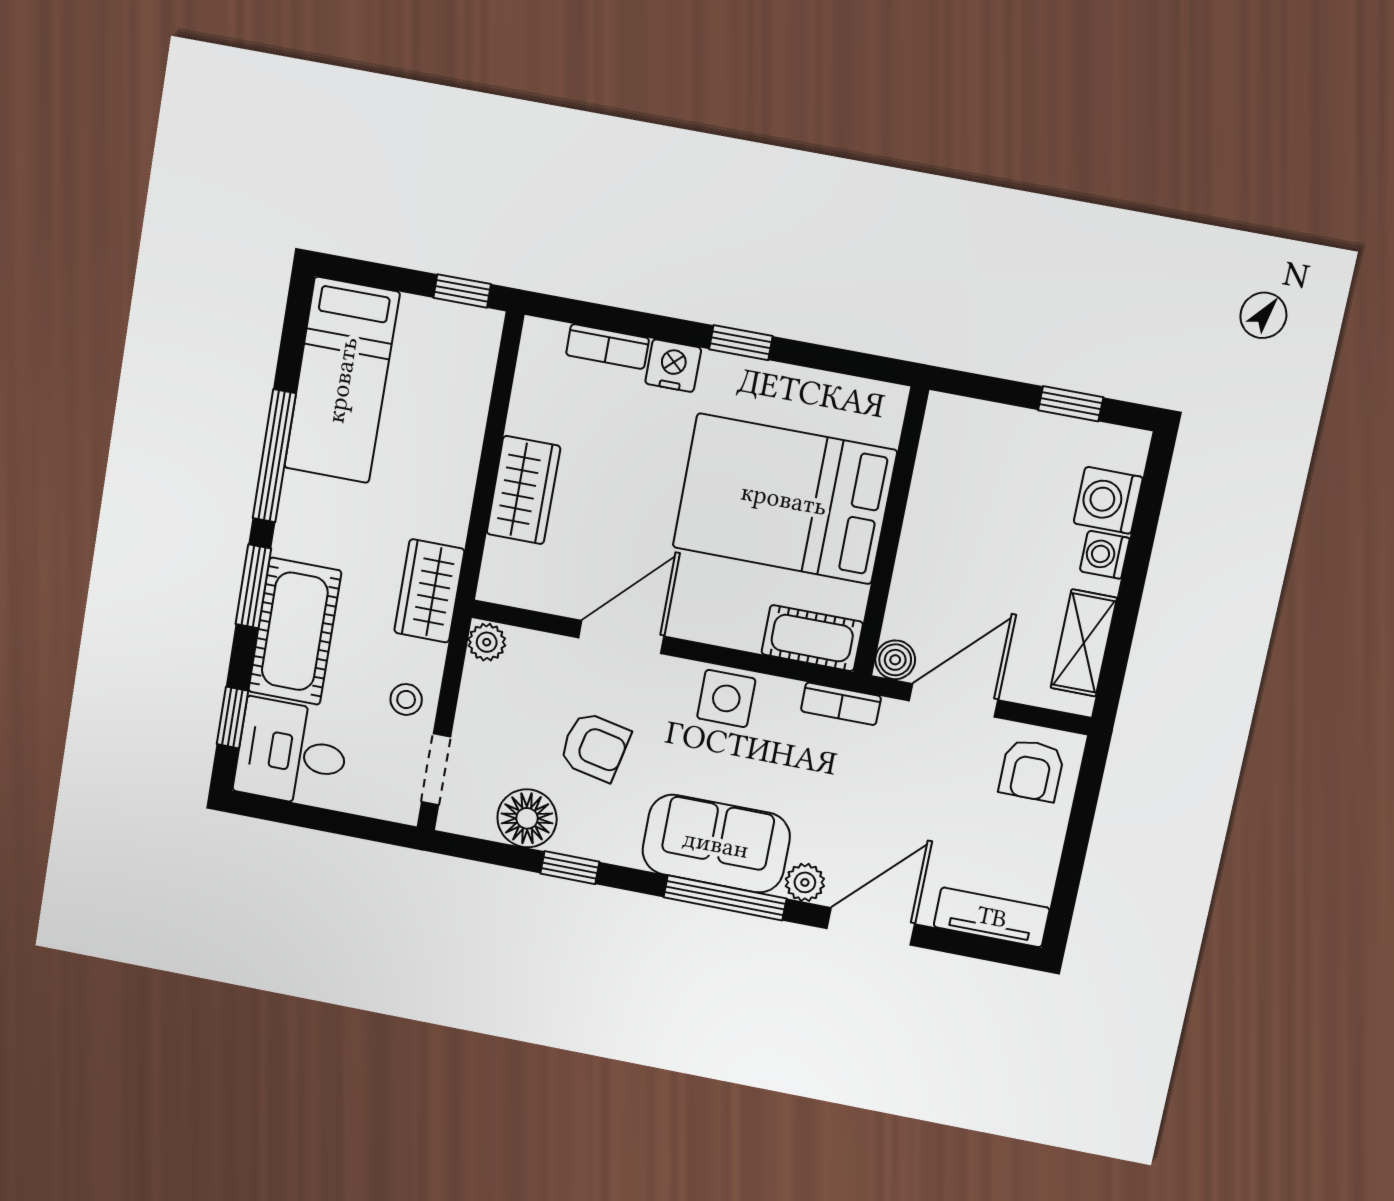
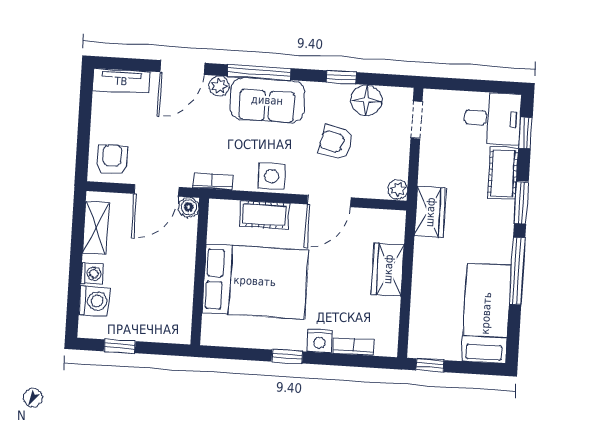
cot: (295, 631) -> (503, 173), width x0.73, depth x0.75
cot: (812, 638) -> (265, 215), moved
stool: (406, 699) -> (436, 154), removed

